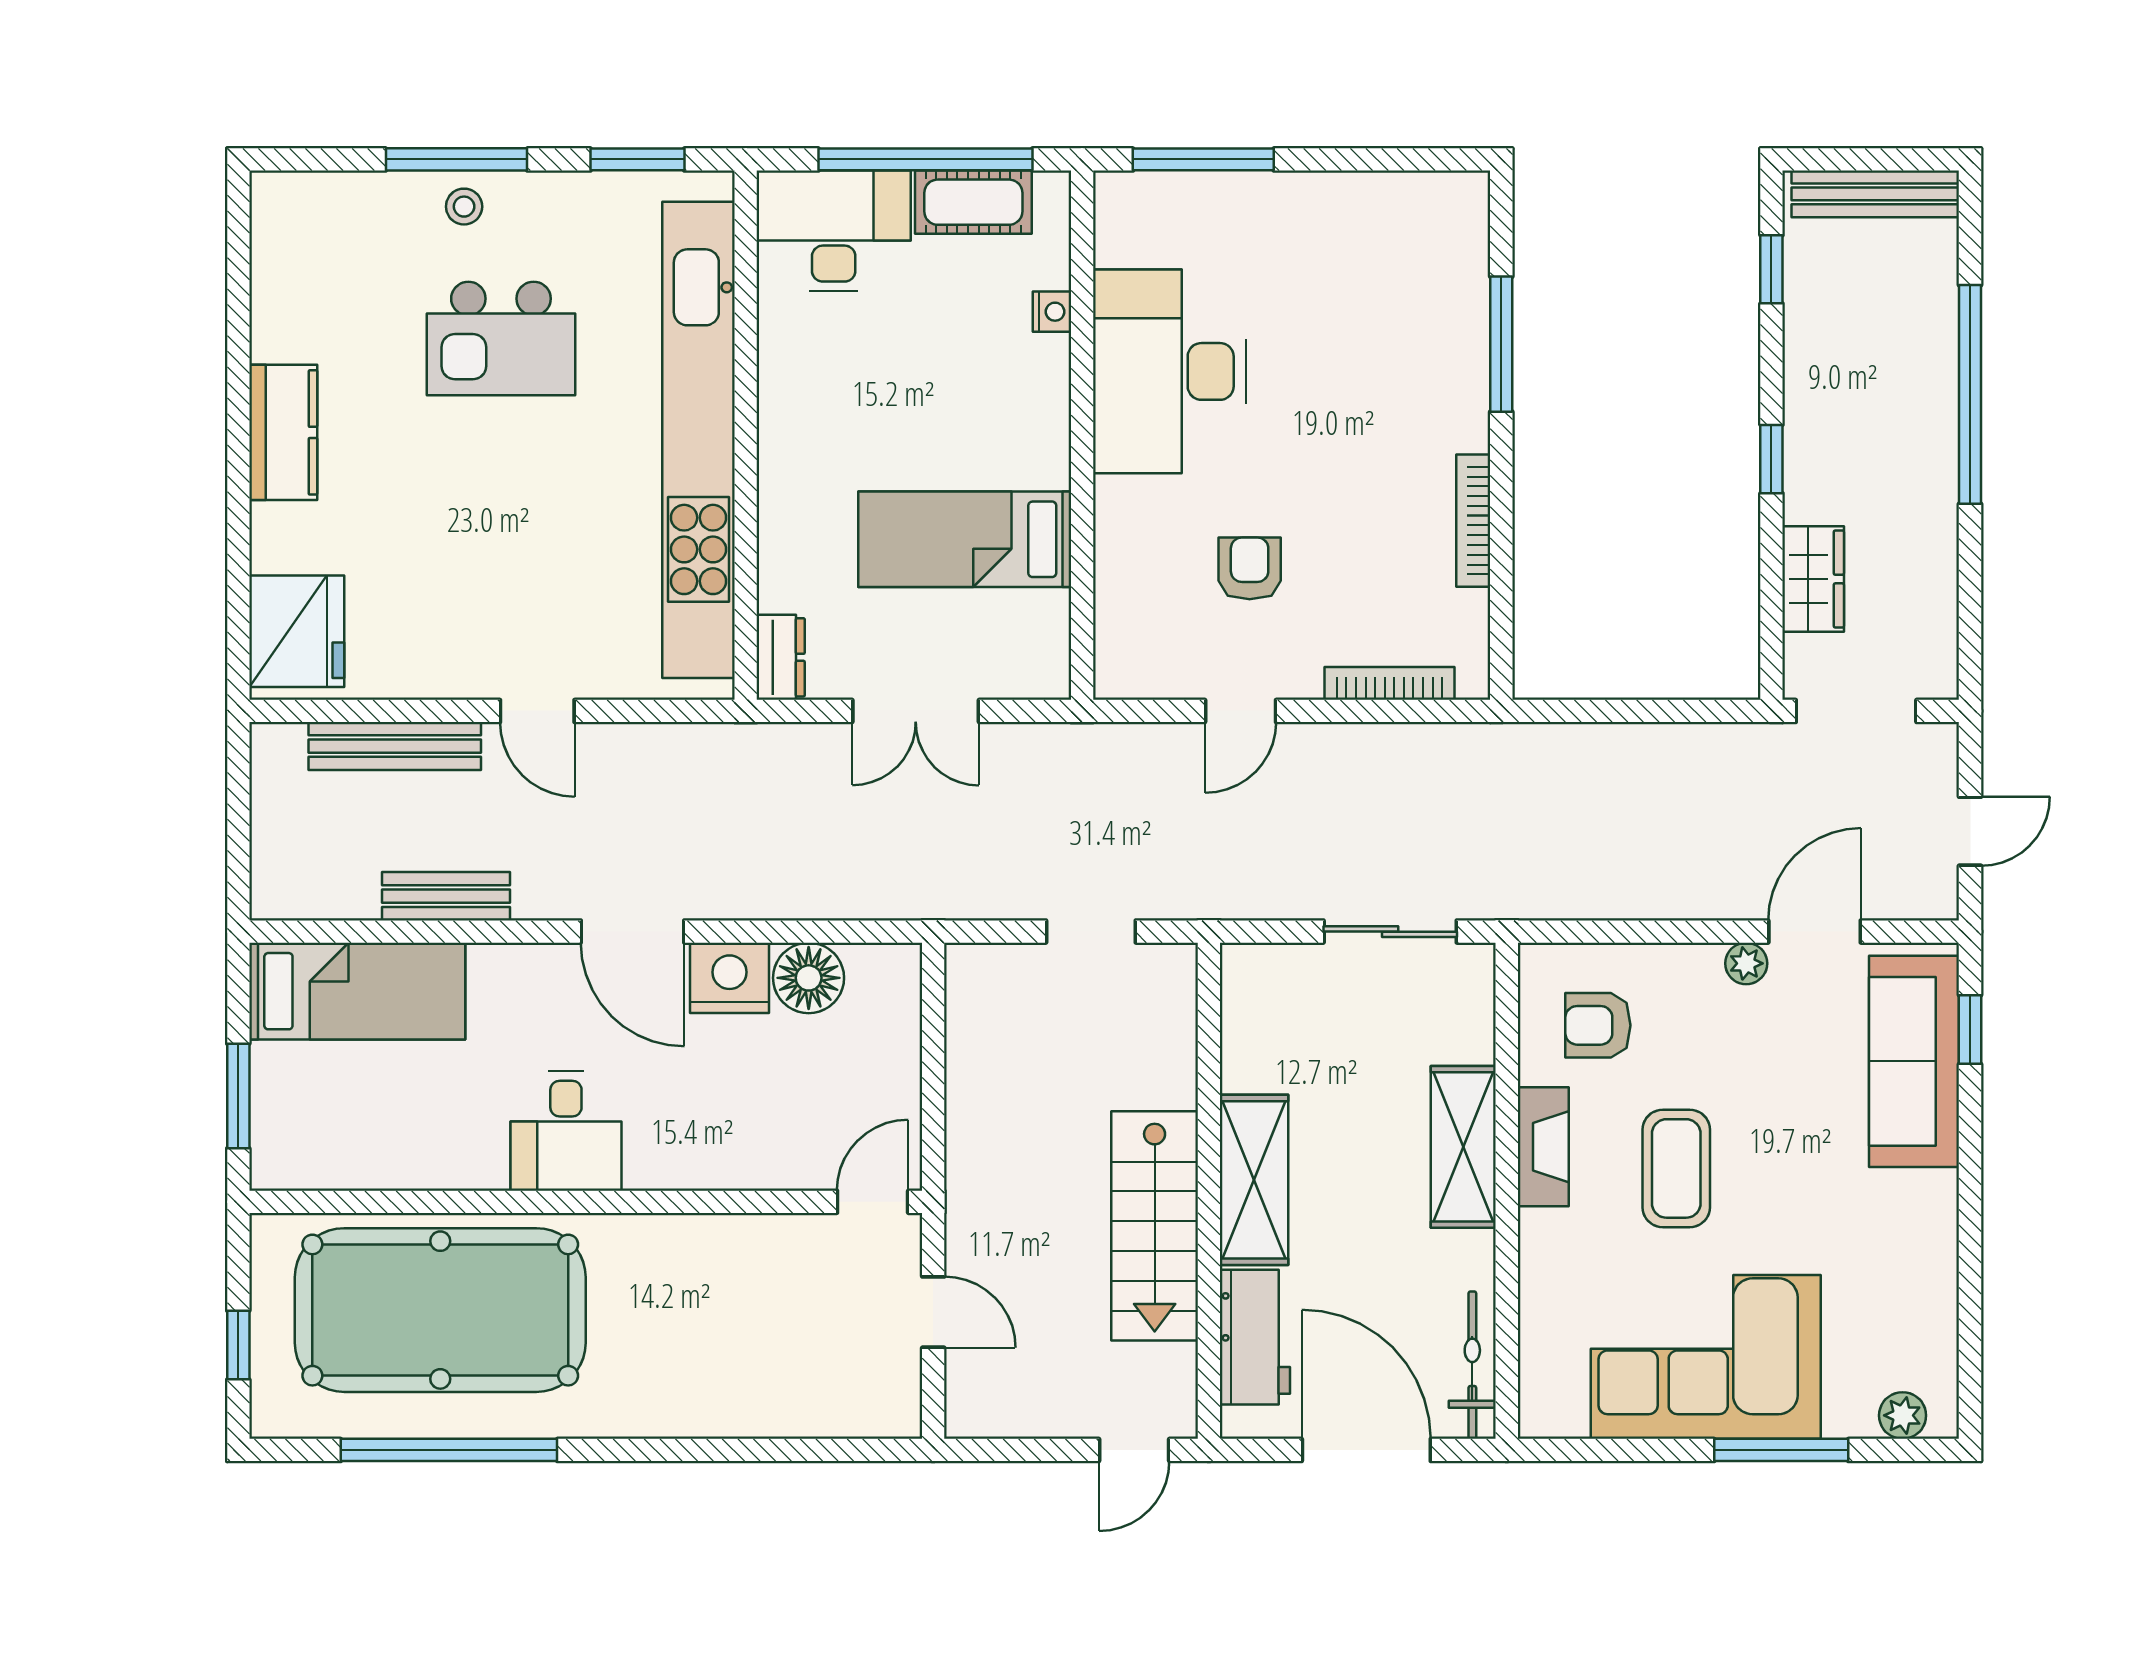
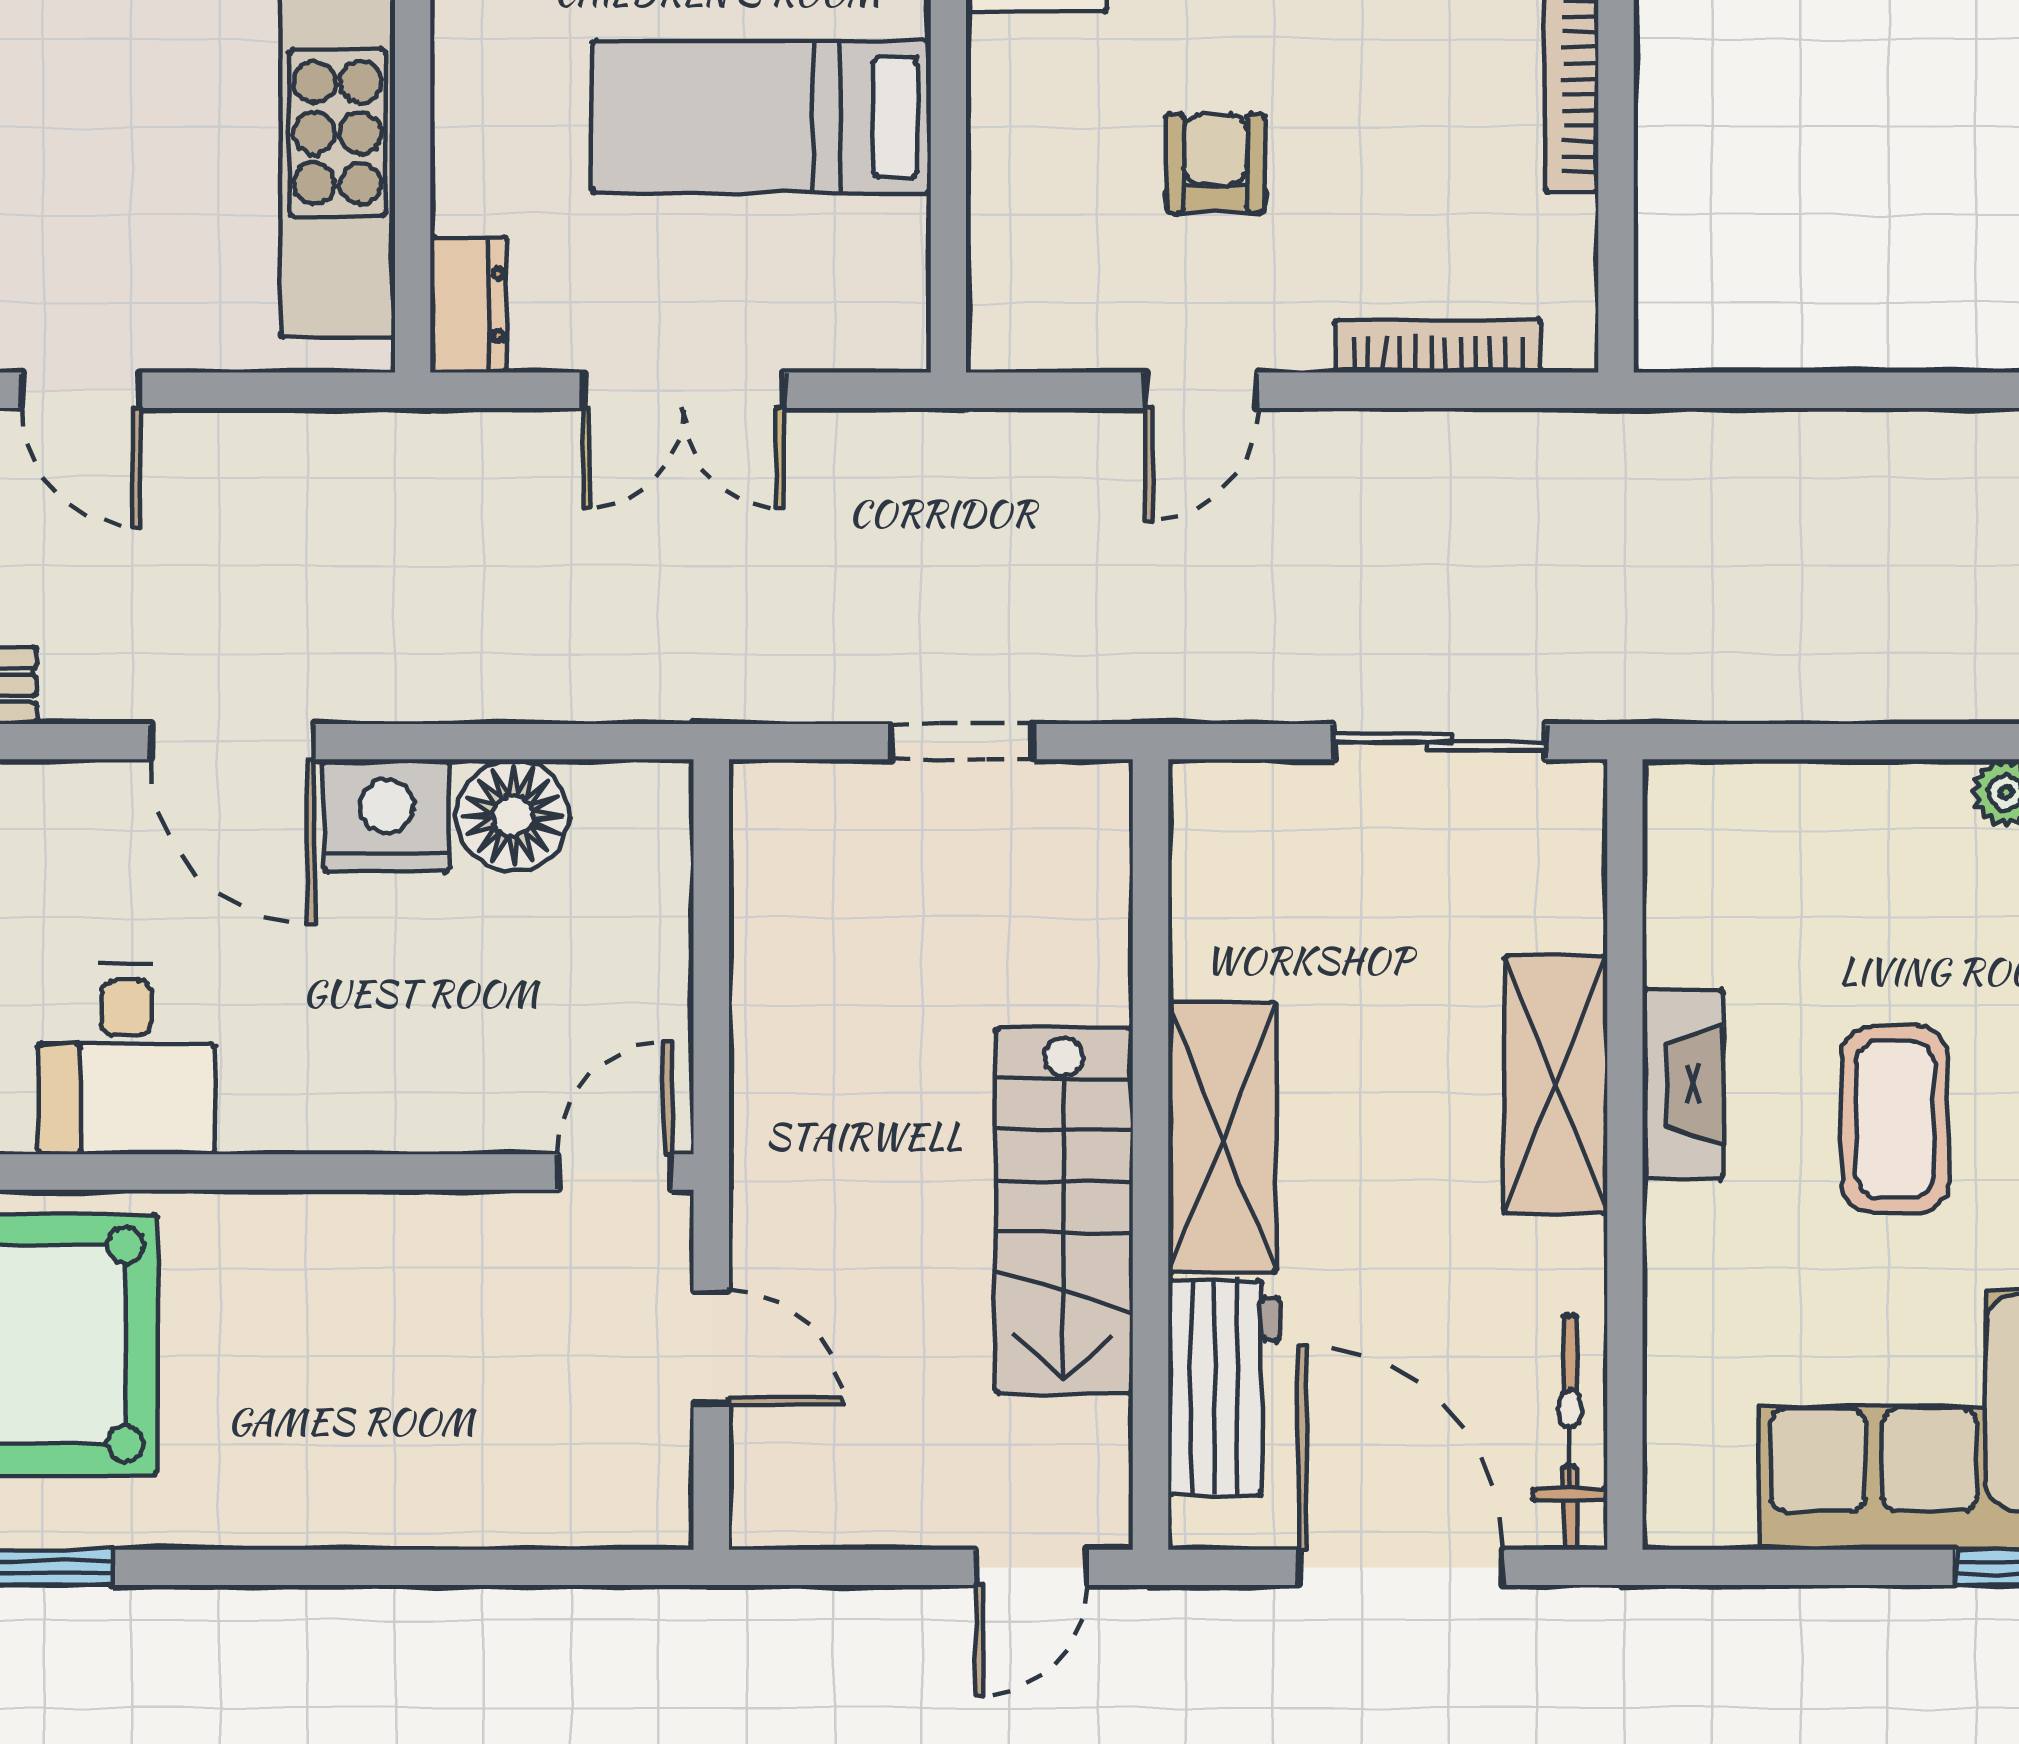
armchair: (1598, 1025) -> (1770, 891), removed

